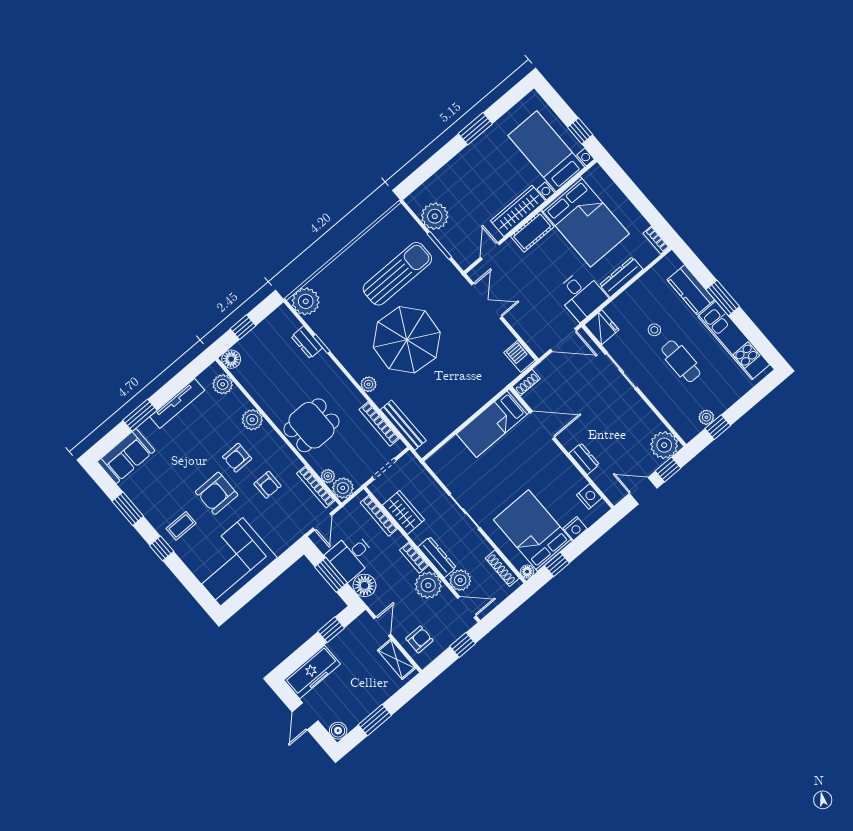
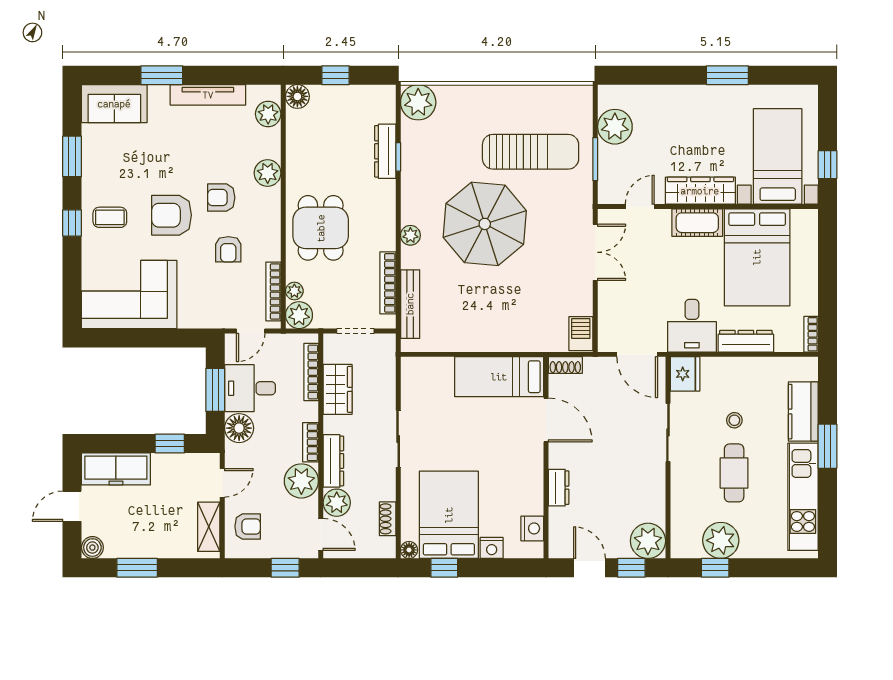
dresser: (307, 342) -> (385, 151), width x1.44
plant: (706, 417) -> (721, 540), width x1.88, depth x1.88
dining table: (311, 425) -> (321, 228), turned 90
shoe rack: (502, 568) -> (388, 519), width x0.70

